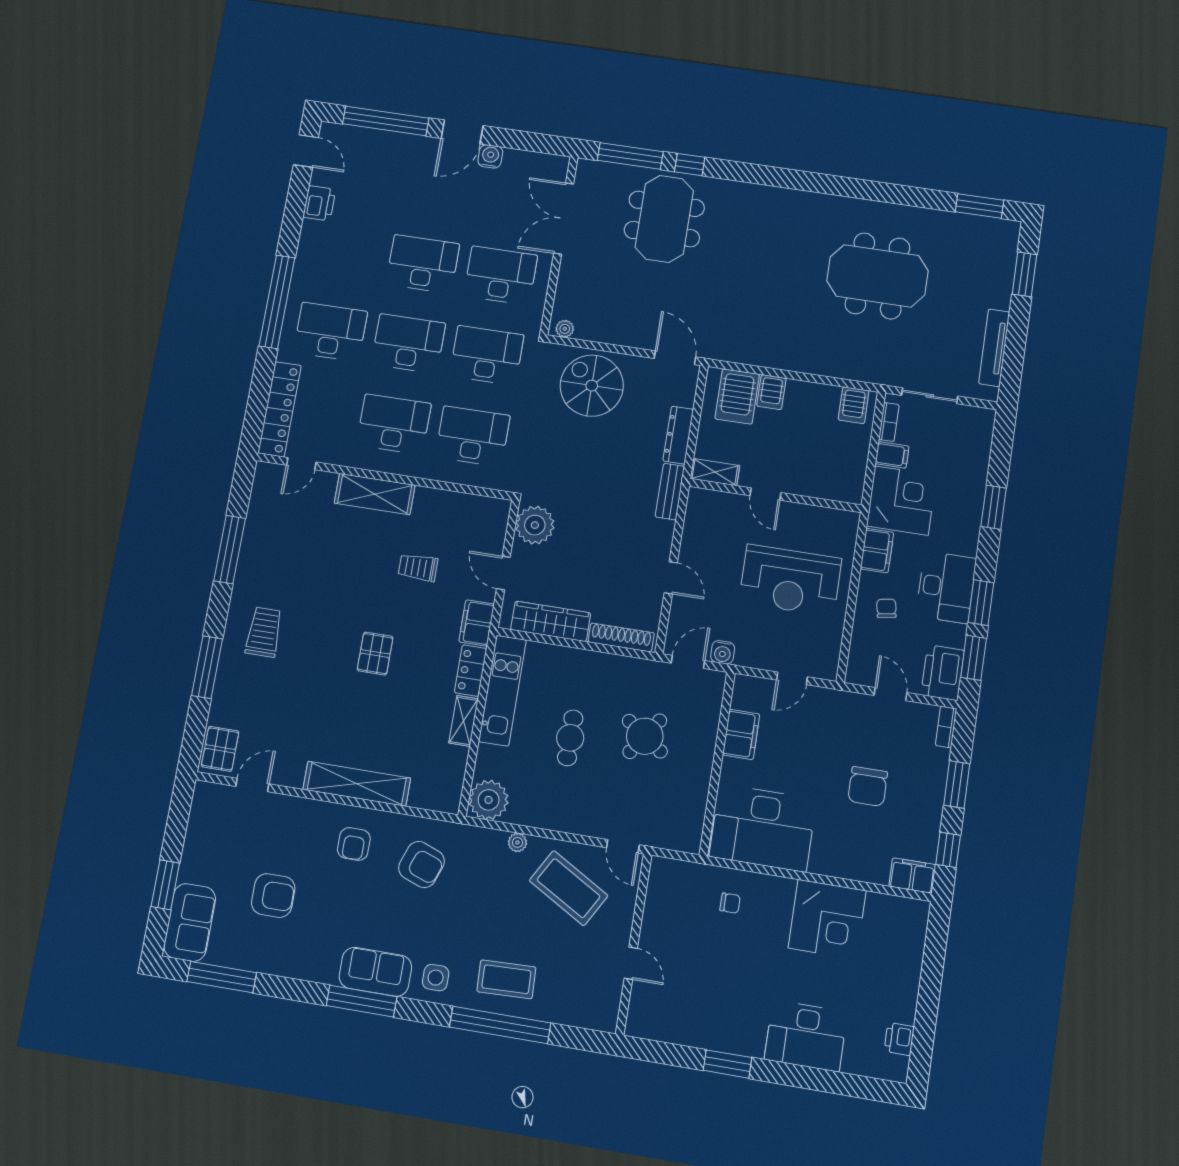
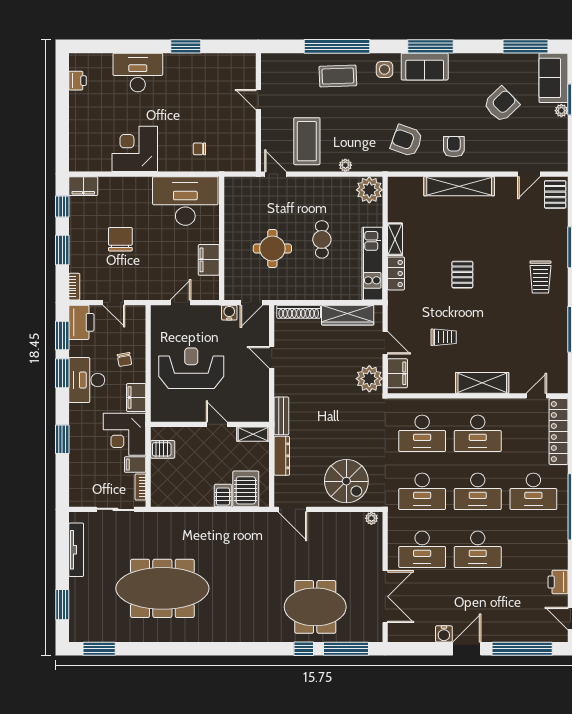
meeting table: (664, 219) -> (315, 607), turned 90
meeting table: (877, 276) -> (162, 588), width x1.36
server rack: (854, 405) -> (163, 449), moved, turned 90
filing cabinet: (477, 623) -> (397, 373), moved
round table: (645, 736) -> (272, 249), turned -35
plant: (188, 872) -> (561, 111), added
coffee table: (569, 888) -> (307, 141), turned 60
armchair: (273, 896) -> (501, 104), turned 136

